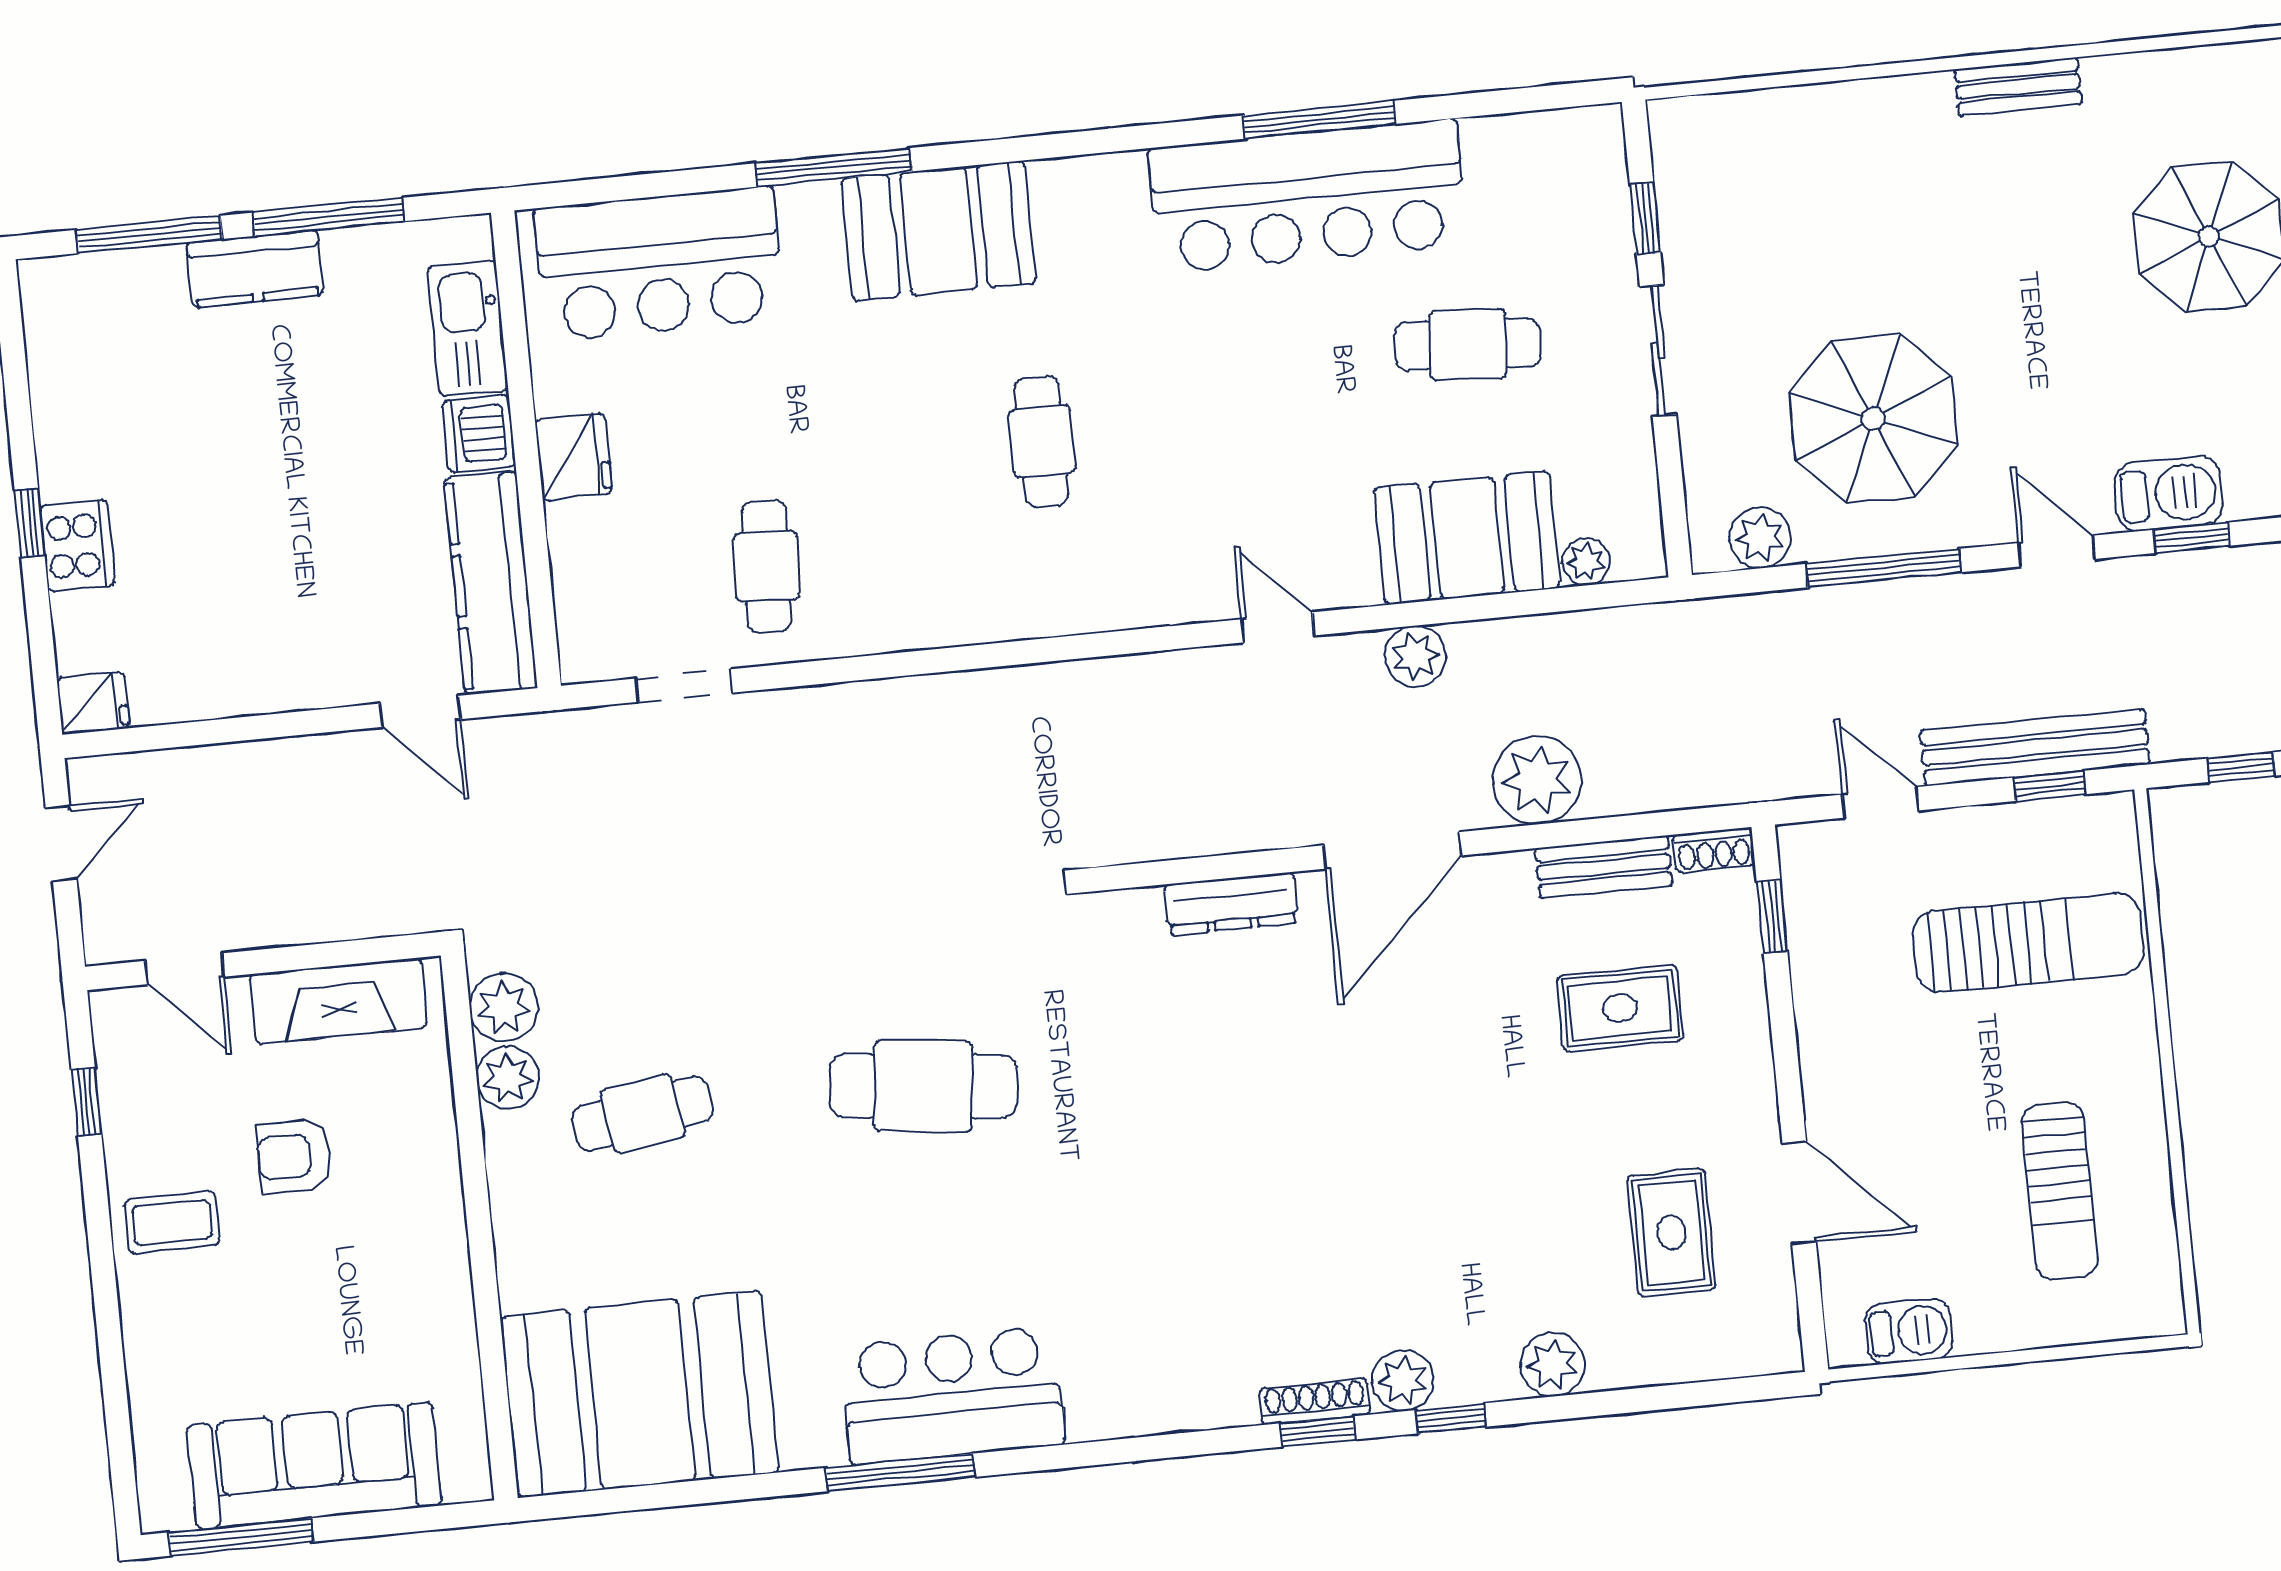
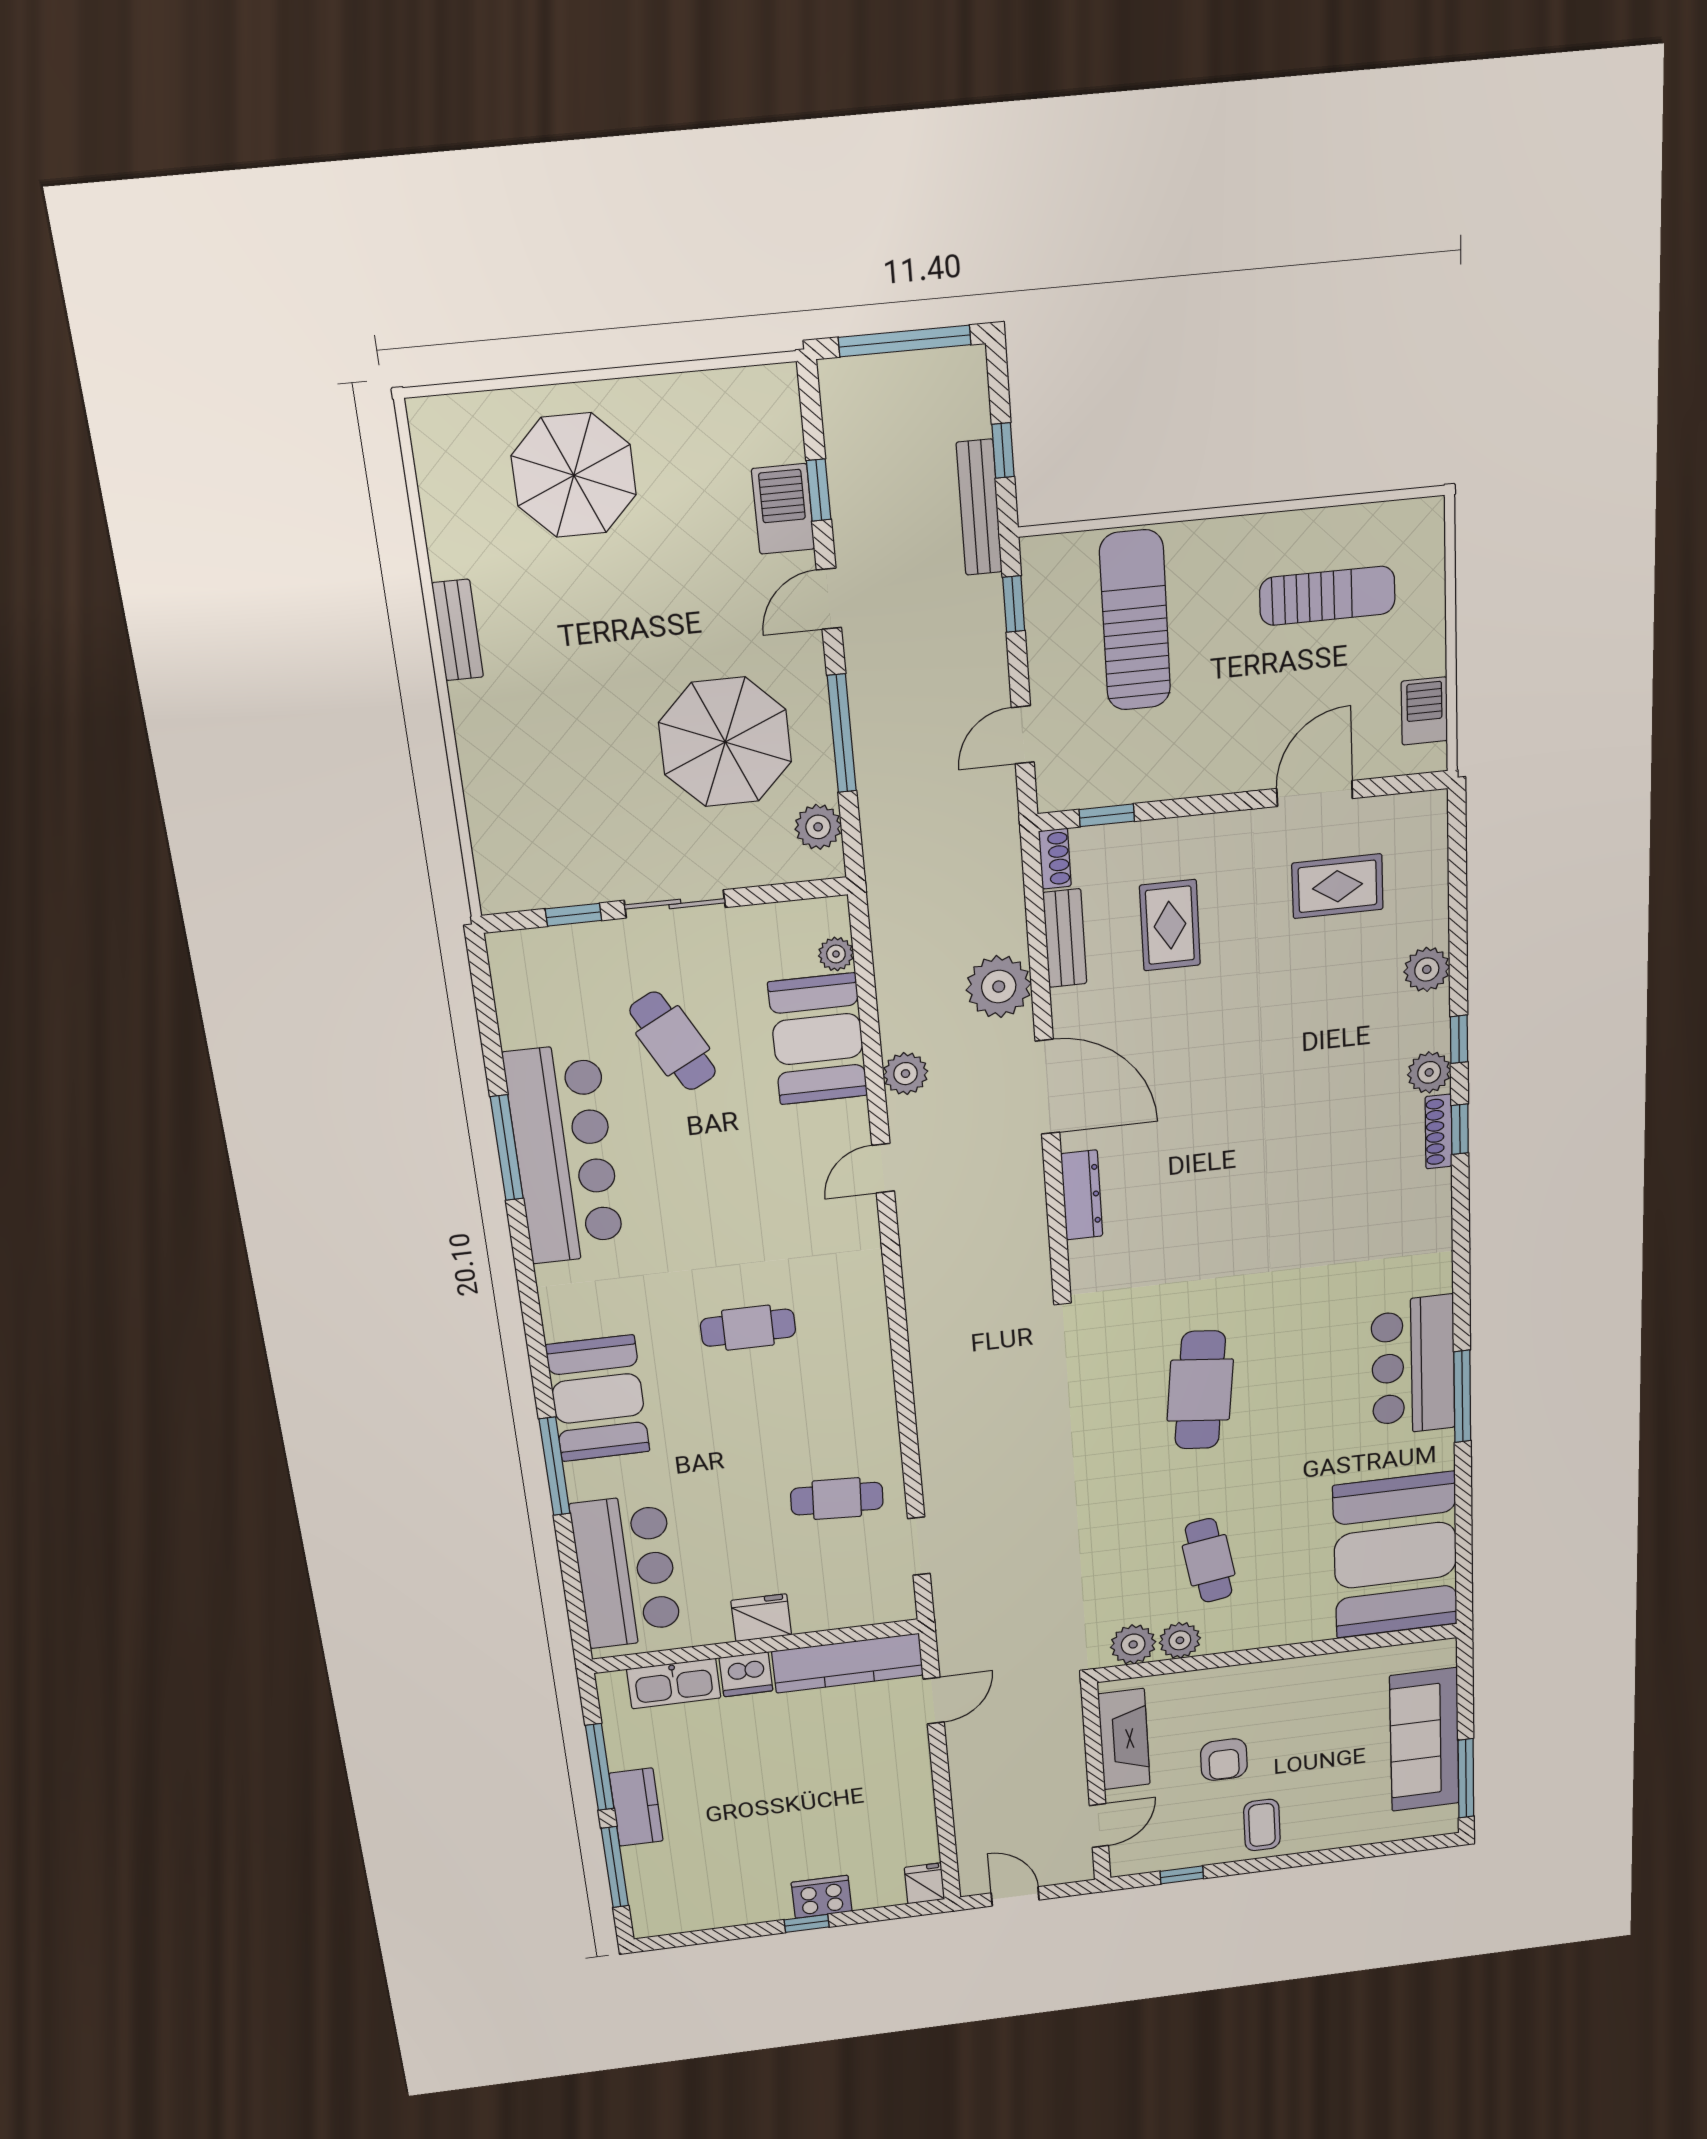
cafe table: (1468, 344) -> (673, 1041), turned -32
bench: (2035, 747) -> (979, 507), moved, width x0.73, depth x0.82

